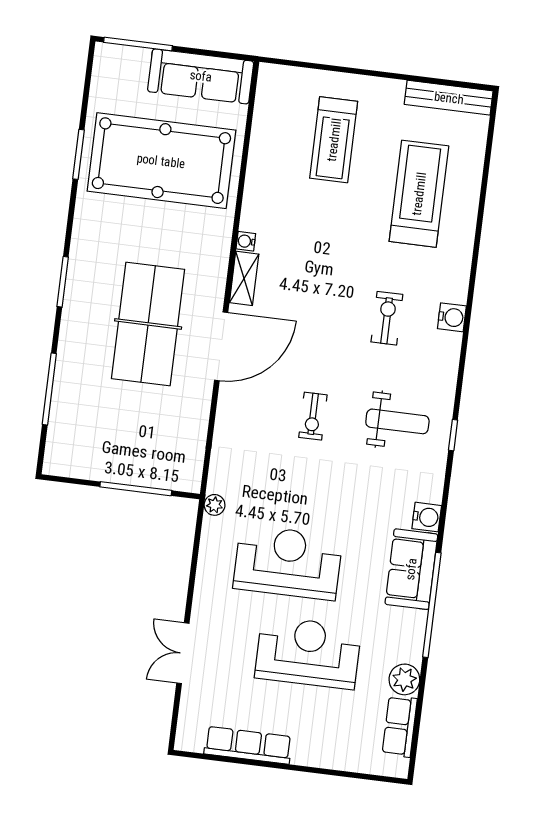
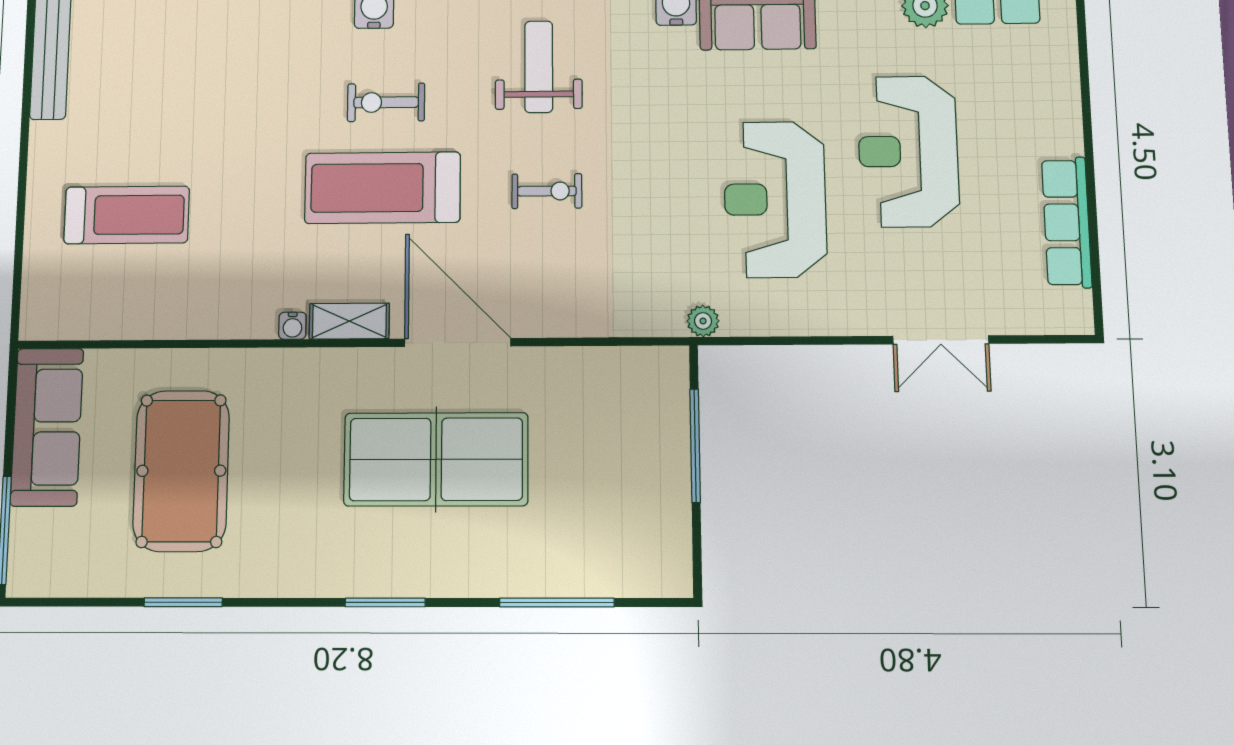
pool table: (161, 161) -> (181, 471), width x0.73, depth x0.76
treadmill: (419, 194) -> (383, 188), moved

